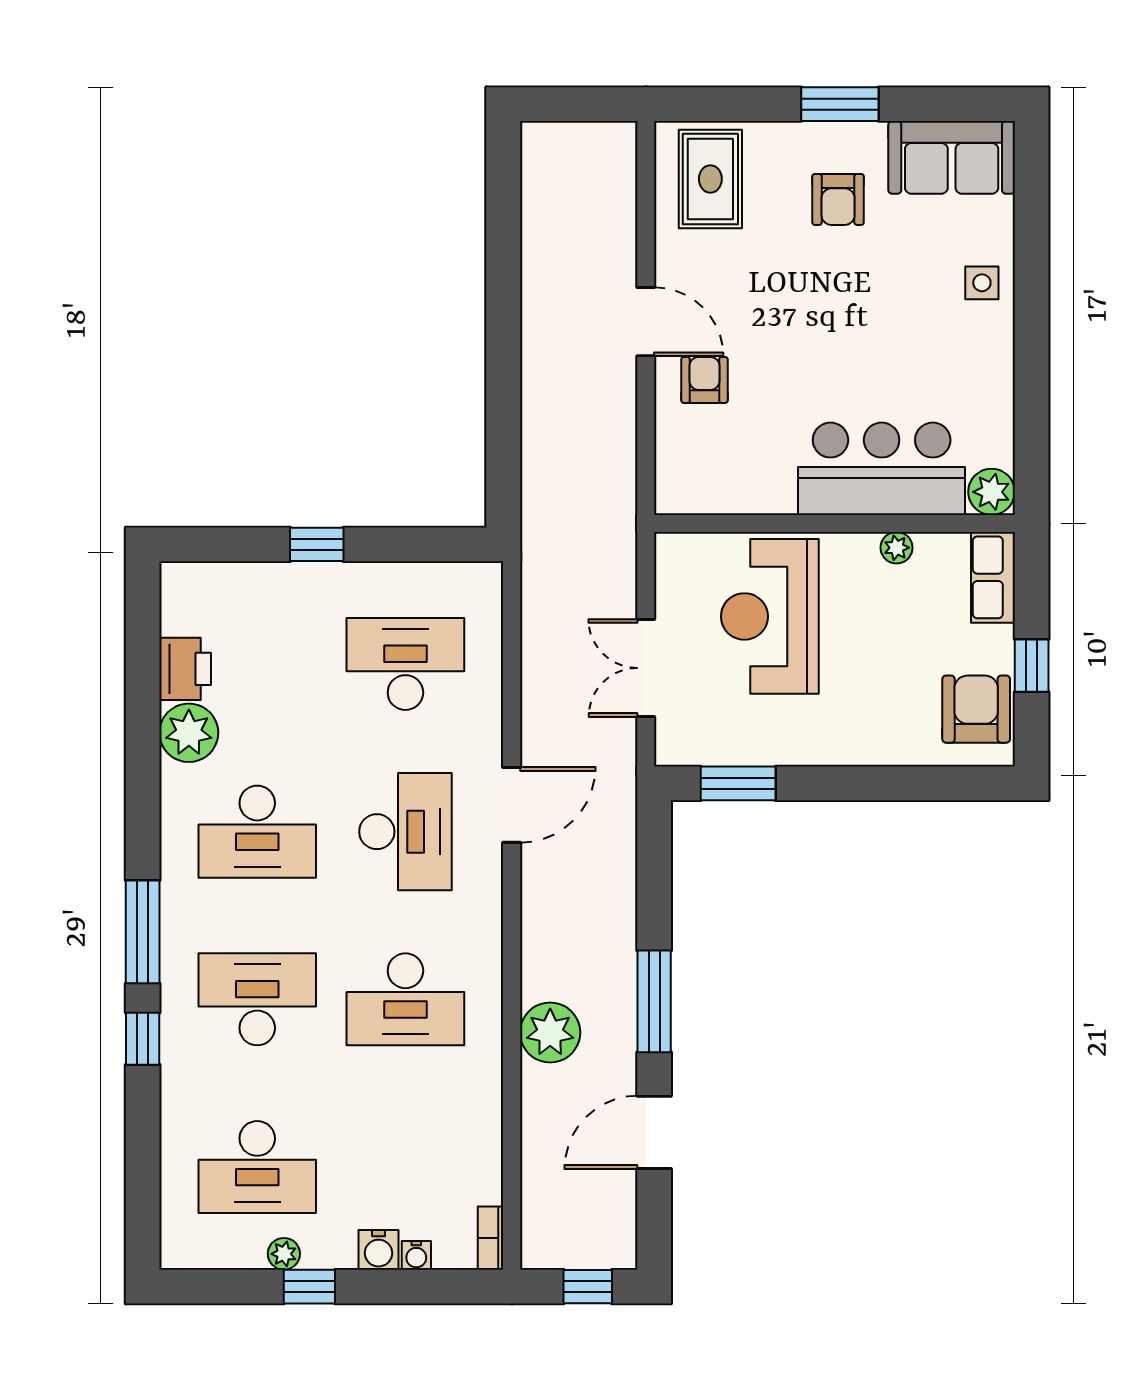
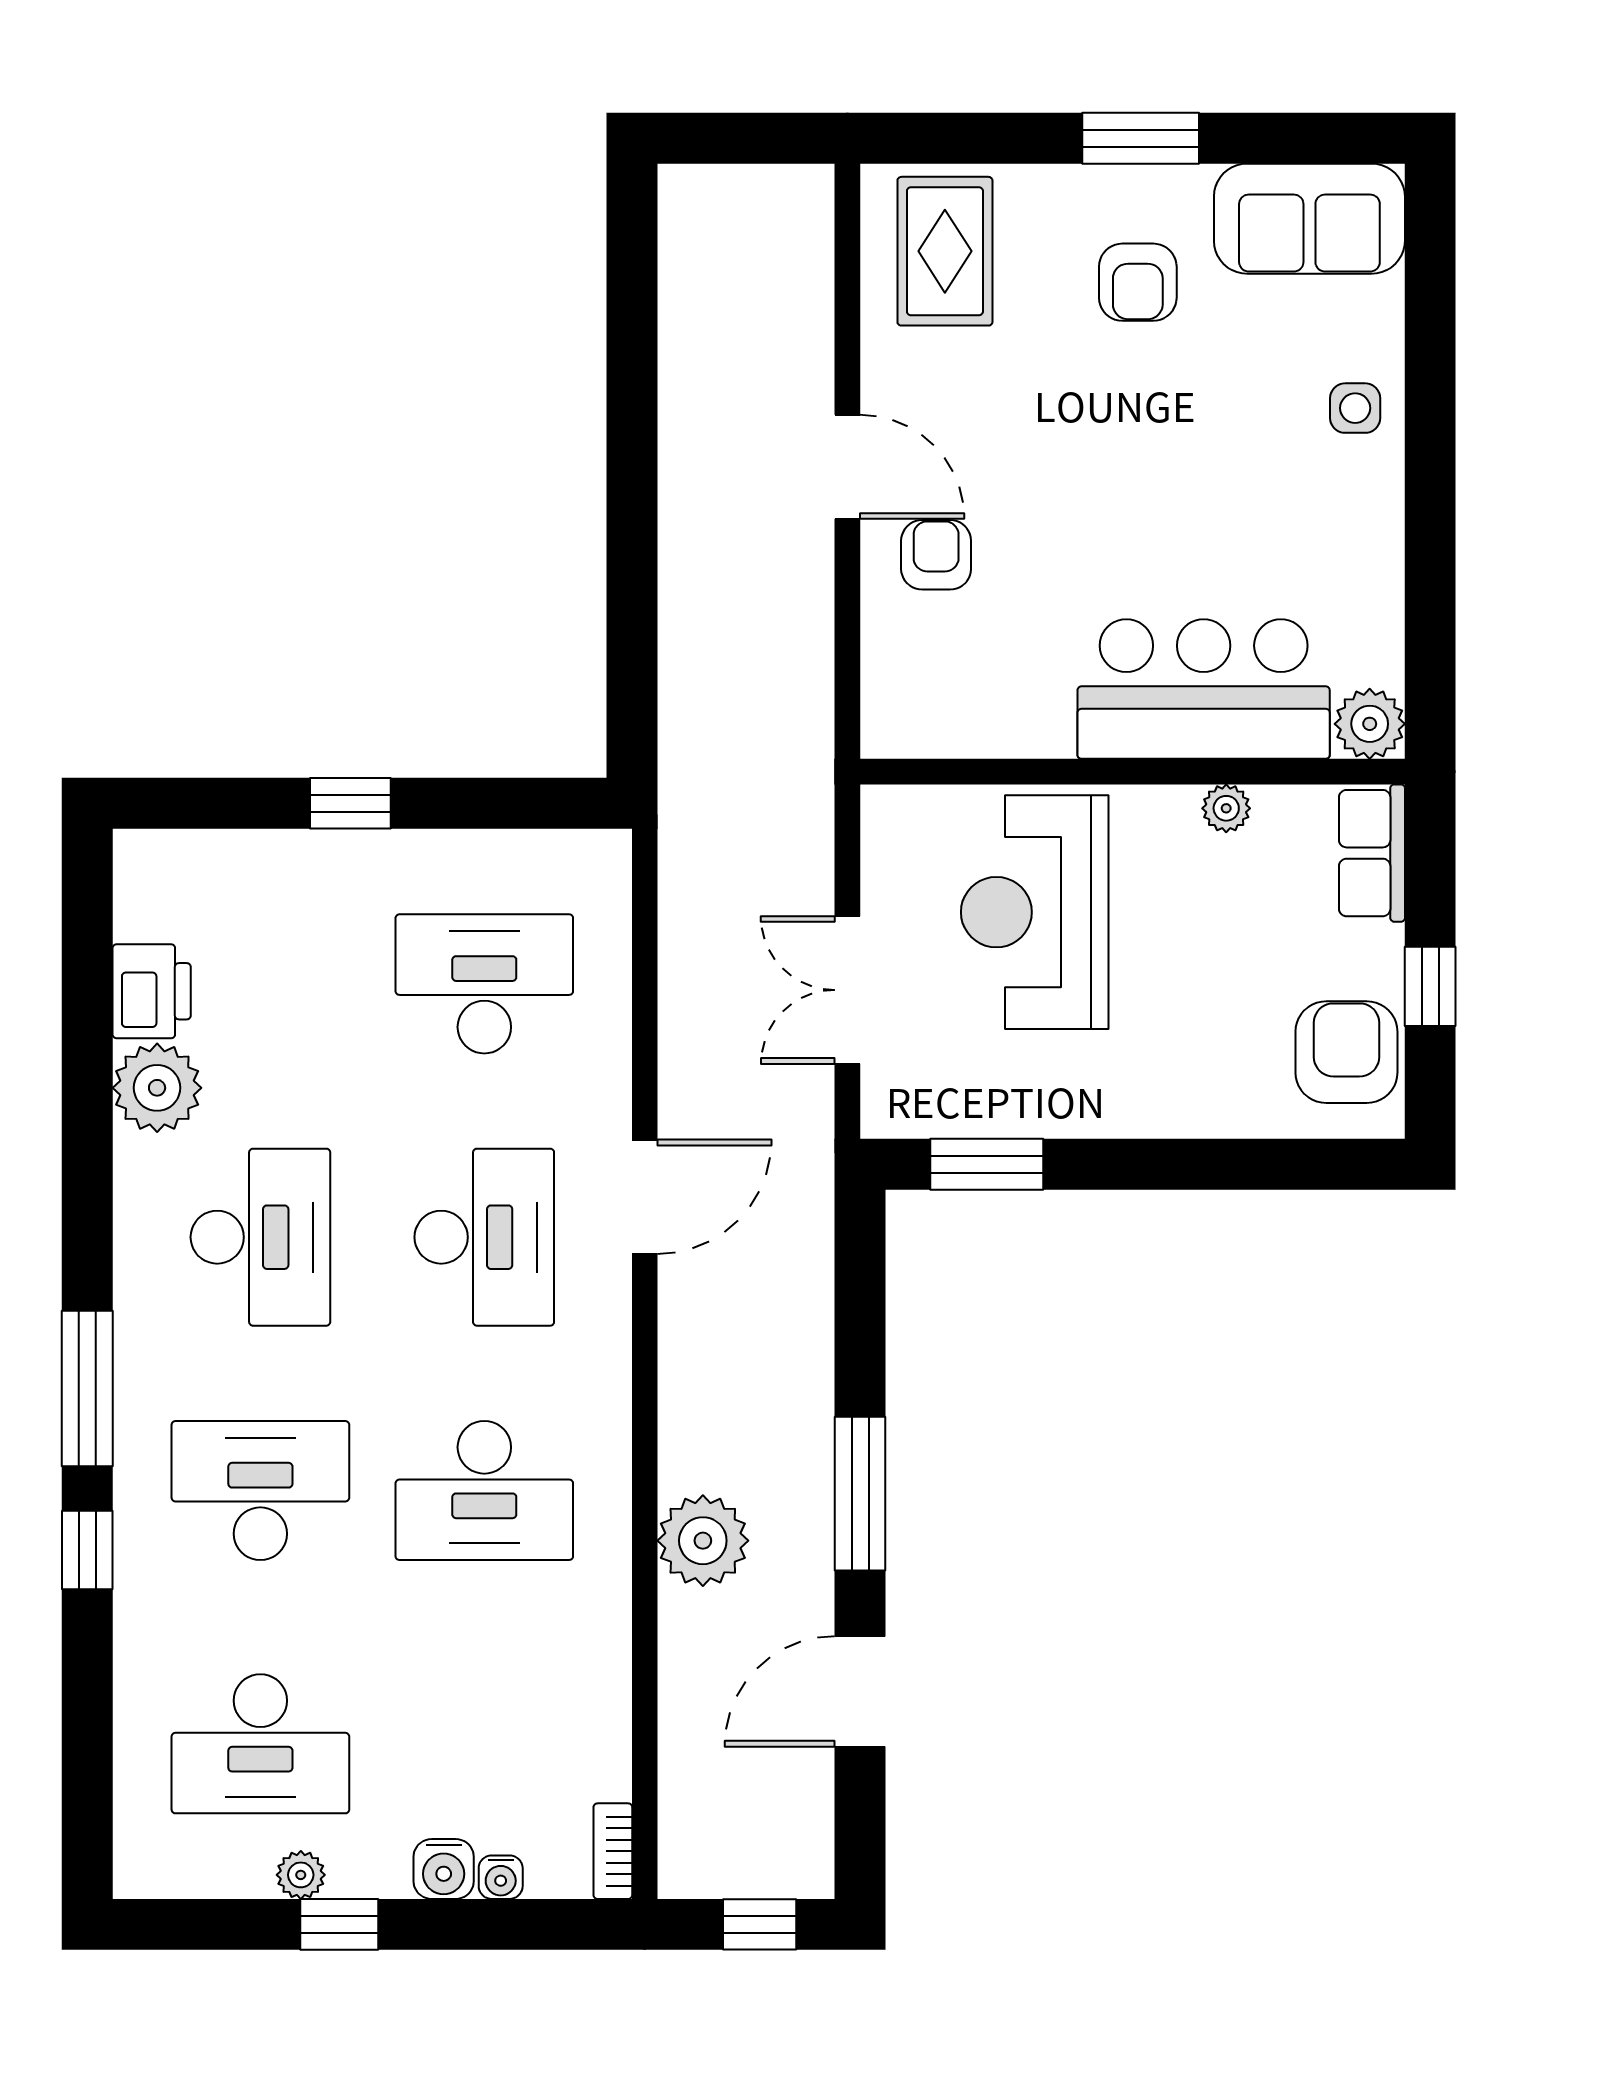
desk: (257, 832) -> (260, 1237), turned -90

